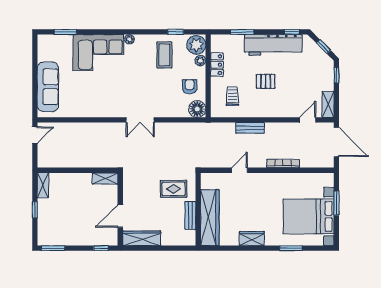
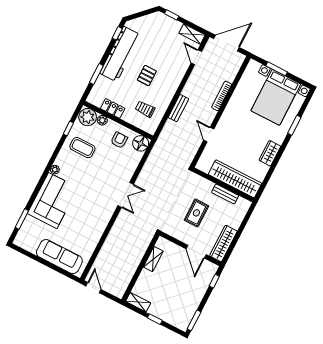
window: (323, 47) -> (143, 14), removed
armchair: (190, 87) -> (119, 140), turned 90
shelving: (105, 178) -> (153, 259), moved
rug: (174, 189) -> (196, 213), moved

